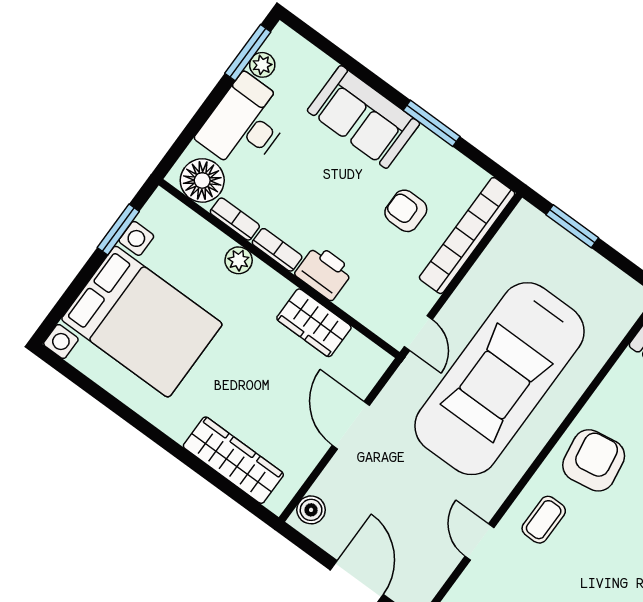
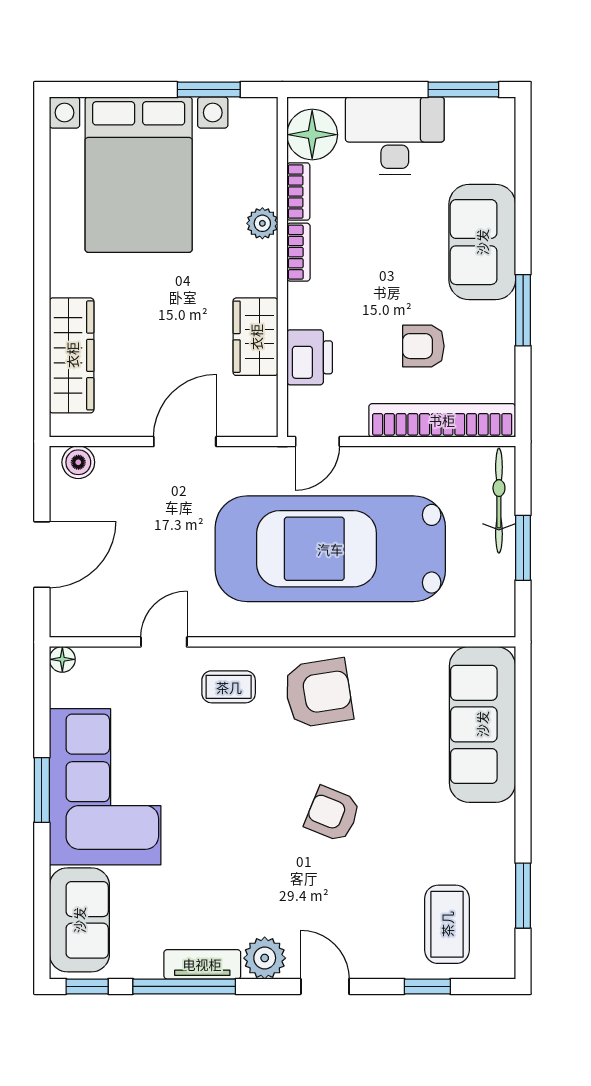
plant: (262, 65) -> (462, 111), removed
armchair: (406, 211) -> (423, 346), turned -90
window: (572, 226) -> (523, 548), moved
bicycle: (552, 237) -> (499, 501), added
printer: (324, 272) -> (310, 357), moved

